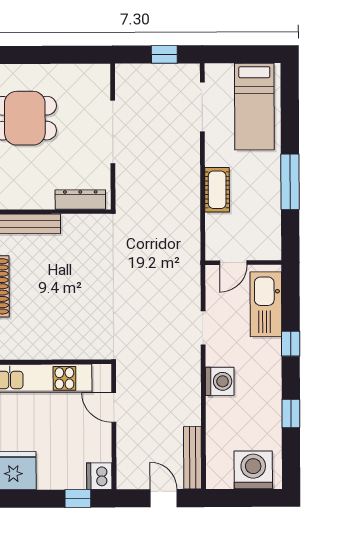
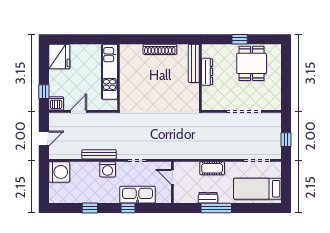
dresser: (271, 197) -> (208, 198), added
dresser: (80, 200) -> (207, 72), moved
kitchen sink: (266, 304) -> (137, 195), moved
door: (114, 407) -> (78, 111), moved
bench: (193, 458) -> (99, 154), moved
washing machine: (253, 470) -> (59, 172), moved

